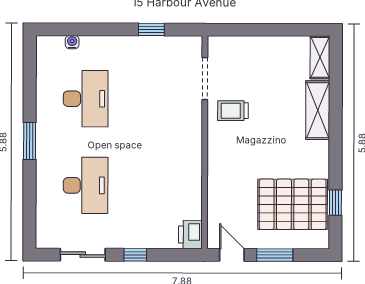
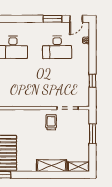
window: (255, 30) -> (92, 134), added
door: (30, 61) -> (76, 19), added
window: (30, 141) -> (52, 19), moved

